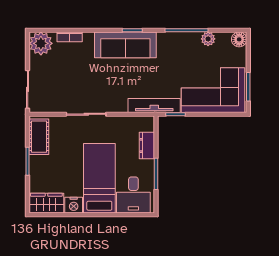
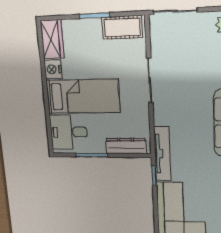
dresser: (147, 146) -> (126, 146), width x1.44

